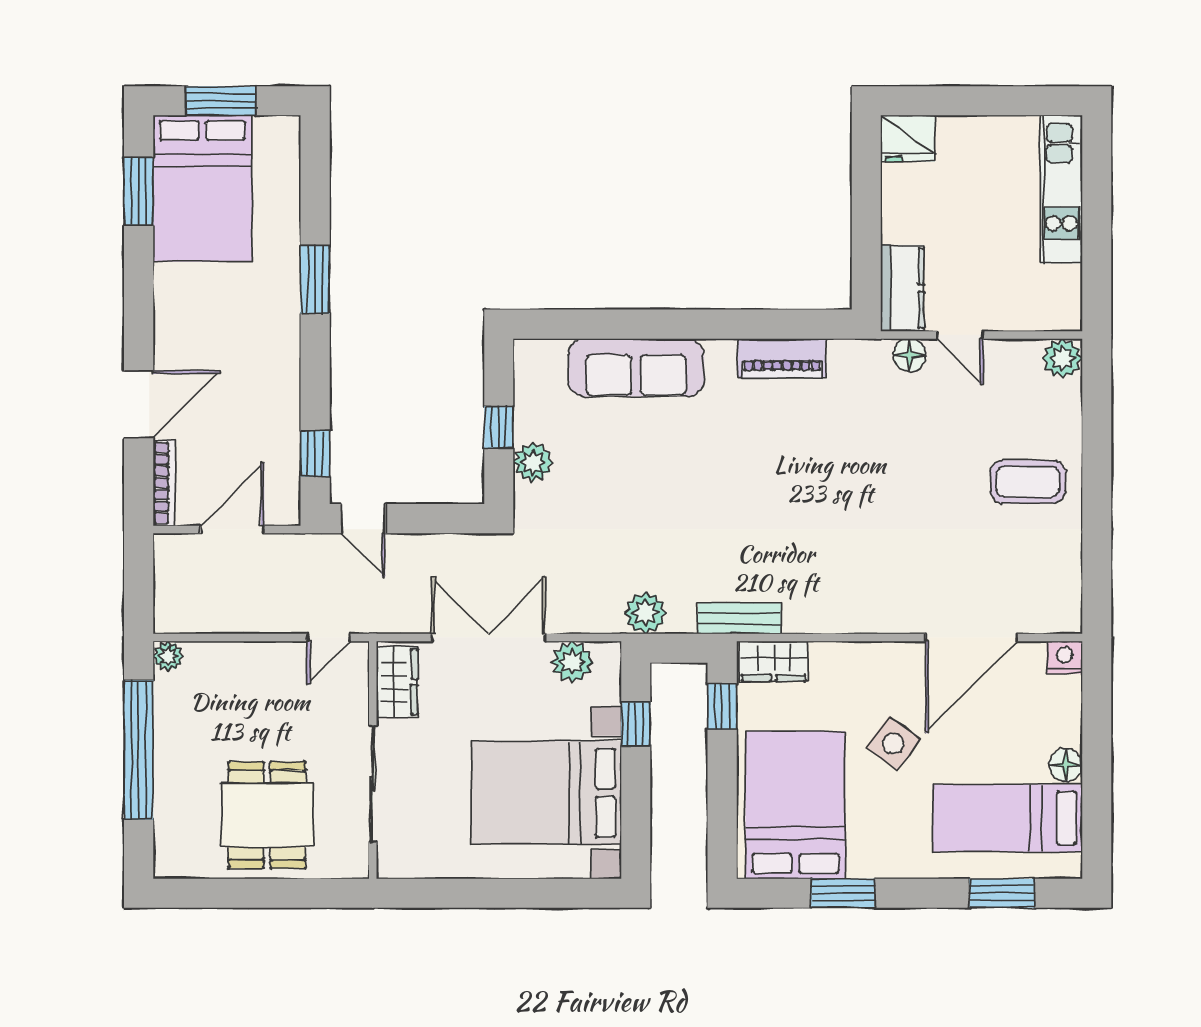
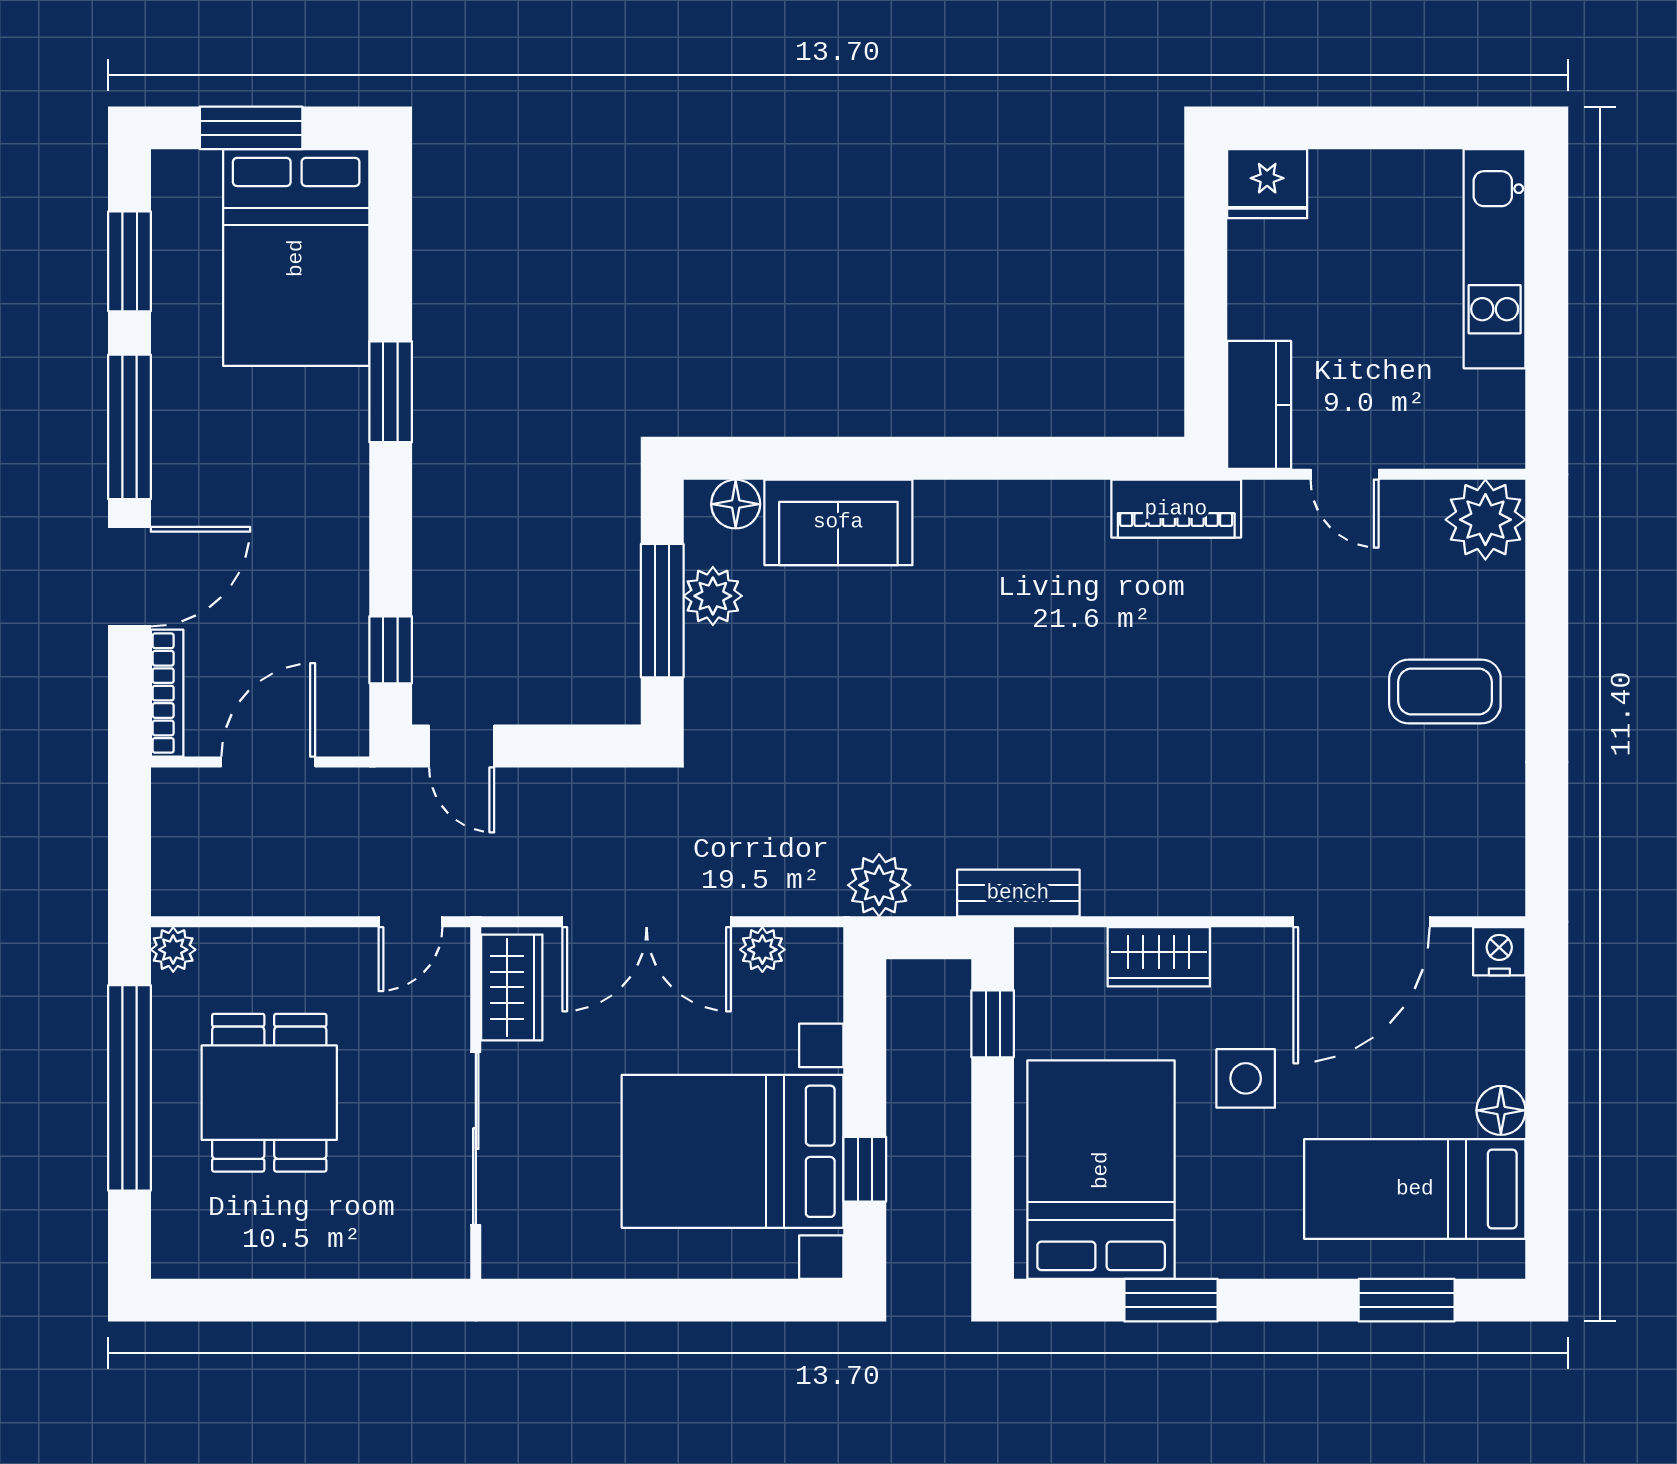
bed: (202, 188) -> (296, 258), moved
window: (139, 303) -> (129, 427), added
floor lamp: (909, 355) -> (736, 504), moved
piano: (782, 358) -> (1176, 509), moved
plant: (1062, 358) -> (1485, 520), width x1.36, depth x1.36
sofa: (636, 367) -> (838, 522), width x0.73
window: (499, 427) -> (662, 611), width x2.17
plant: (533, 462) -> (713, 596), moved
double door: (488, 638) -> (647, 922), swing flipped
wardrobe: (774, 661) -> (1159, 957), moved
plant: (572, 662) -> (762, 950), width x0.73, depth x0.73
window: (636, 724) -> (865, 1169), moved
side table: (893, 743) -> (1246, 1078), turned -37
dining table: (267, 815) -> (269, 1093), moved

